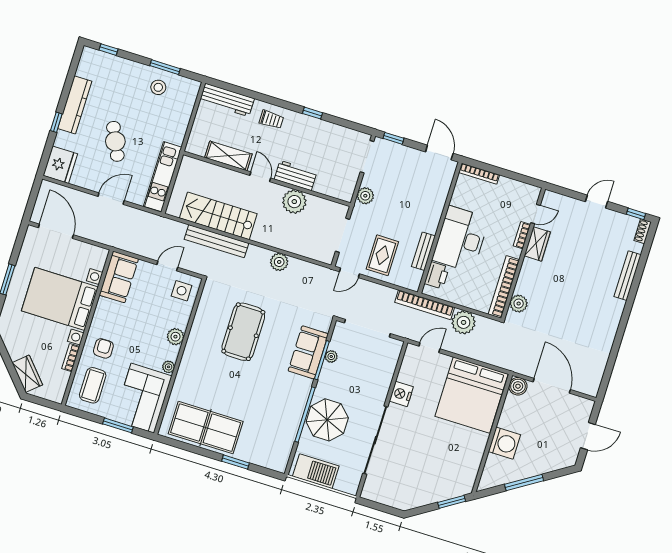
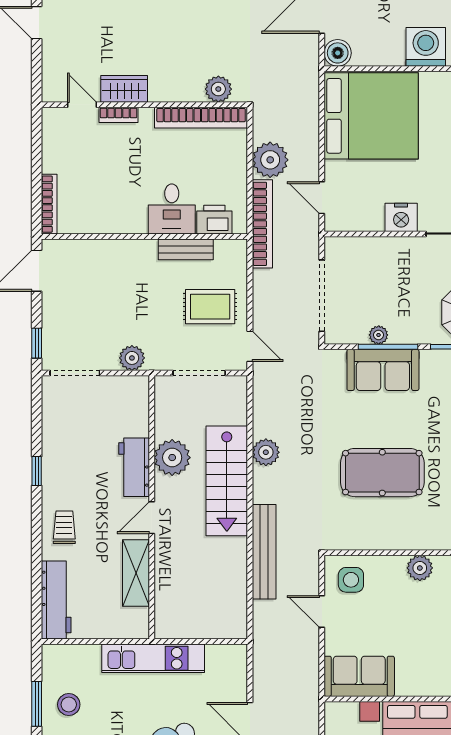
kitchen unit: (163, 177) -> (153, 658), moved
stairs: (218, 216) -> (227, 481), moved
desk: (461, 239) -> (172, 209), width x0.53, depth x0.77

